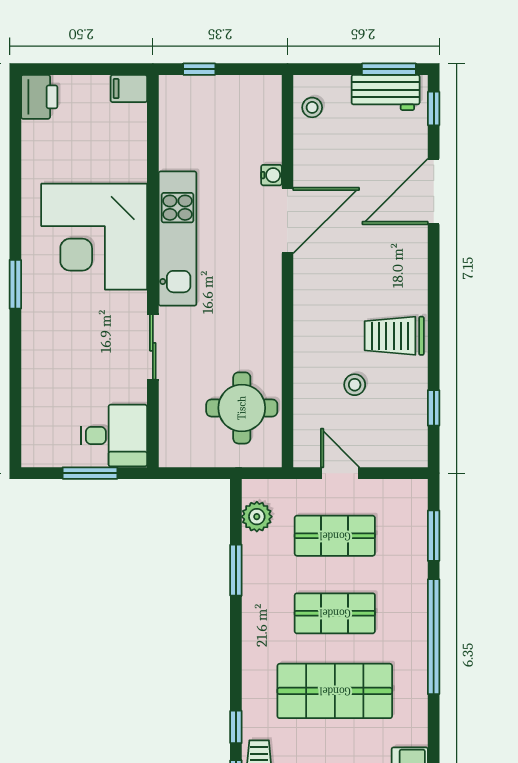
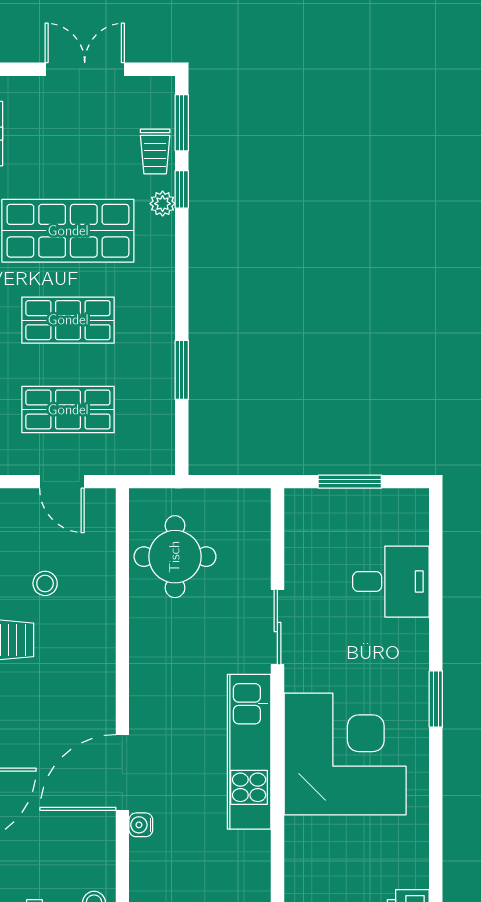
desk: (114, 436) -> (391, 582), moved, turned 180
plant: (257, 517) -> (163, 204), moved, width x0.73, depth x0.73

